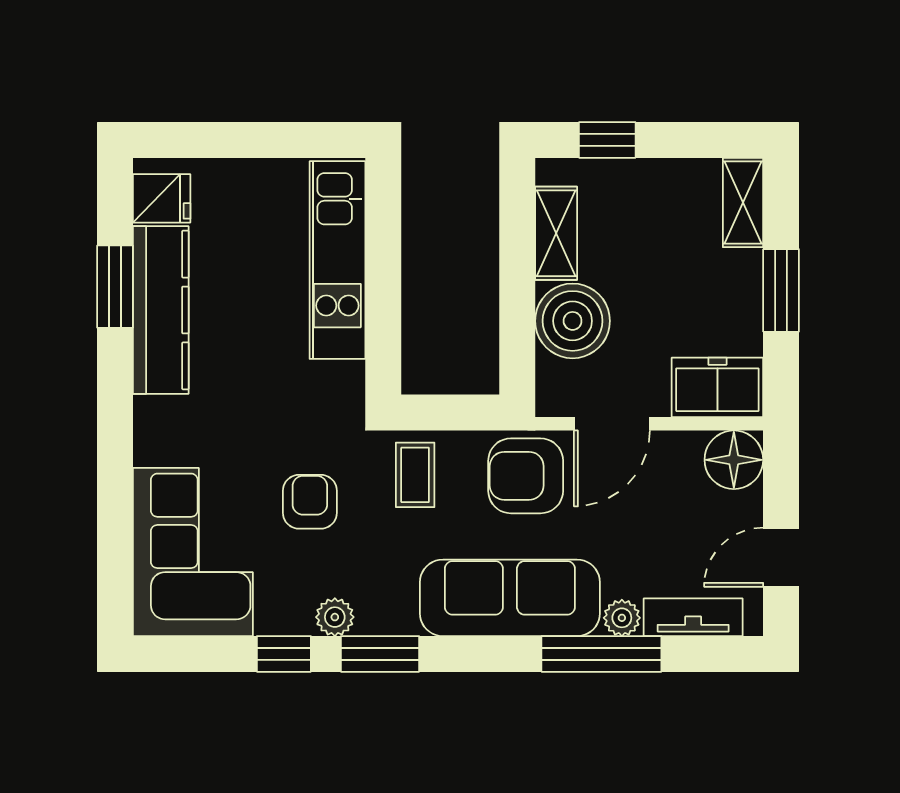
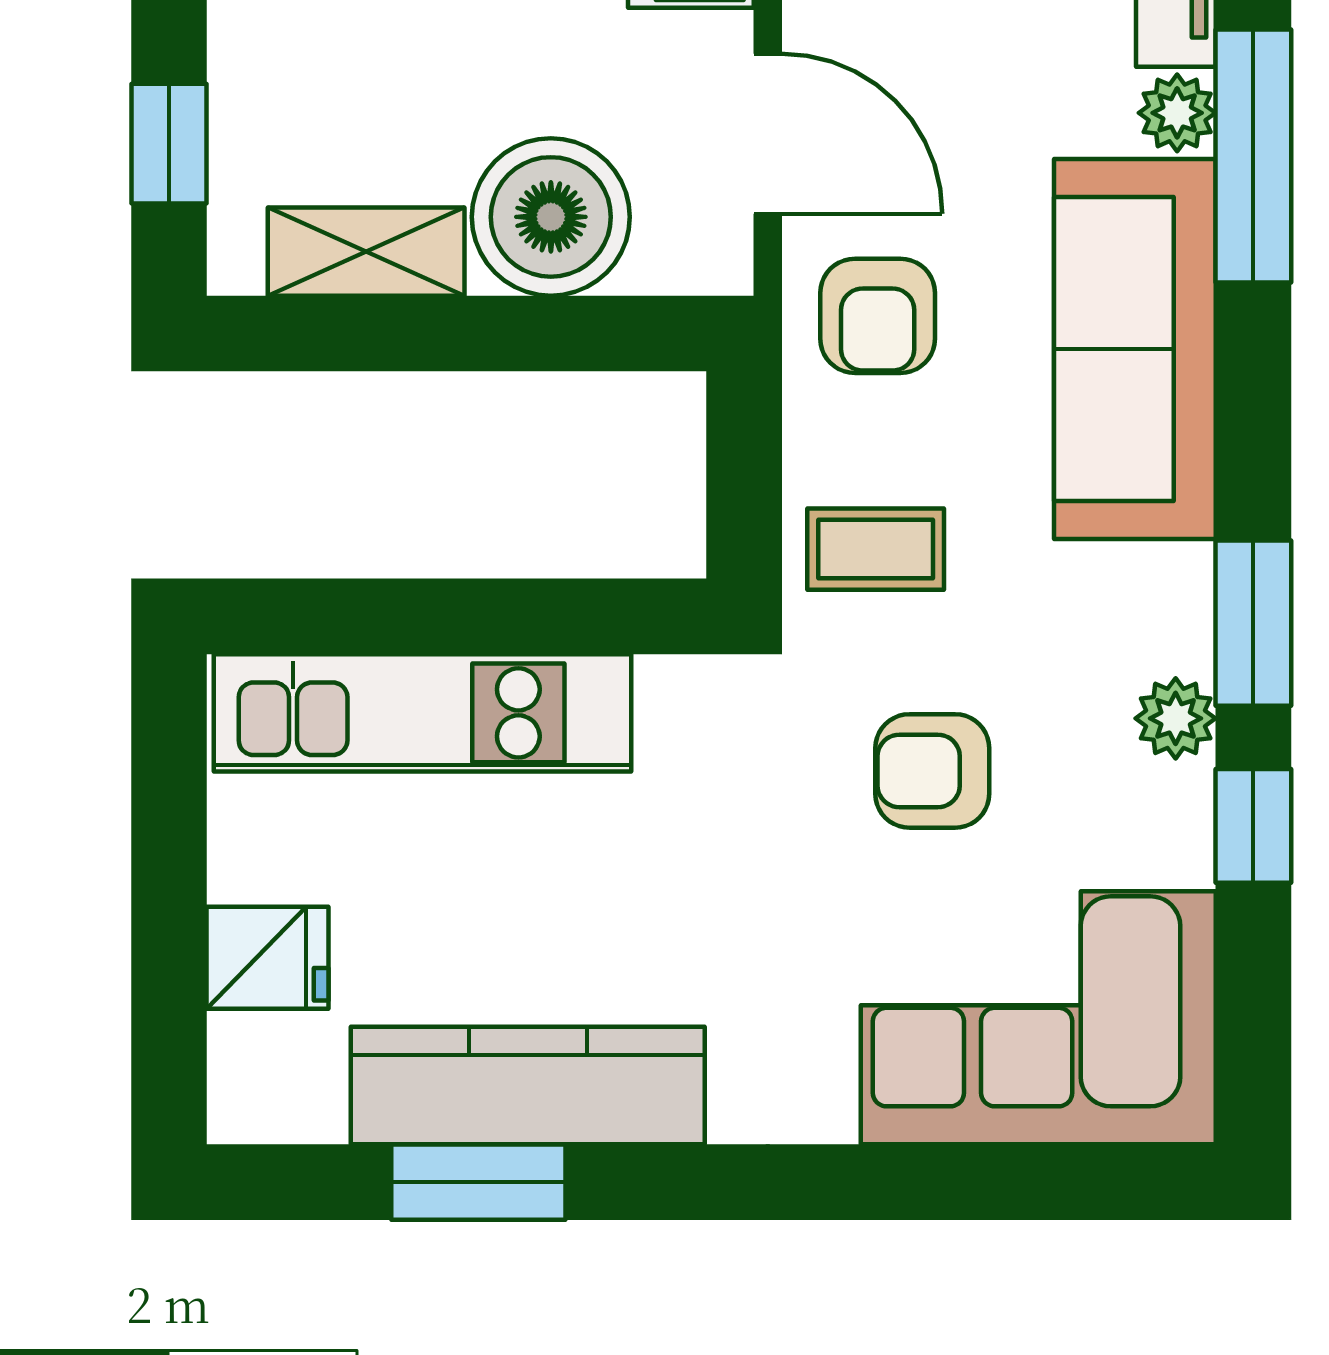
fridge: (162, 198) -> (268, 958), moved, turned 90
armchair: (526, 476) -> (878, 316), width x0.72, depth x0.72

